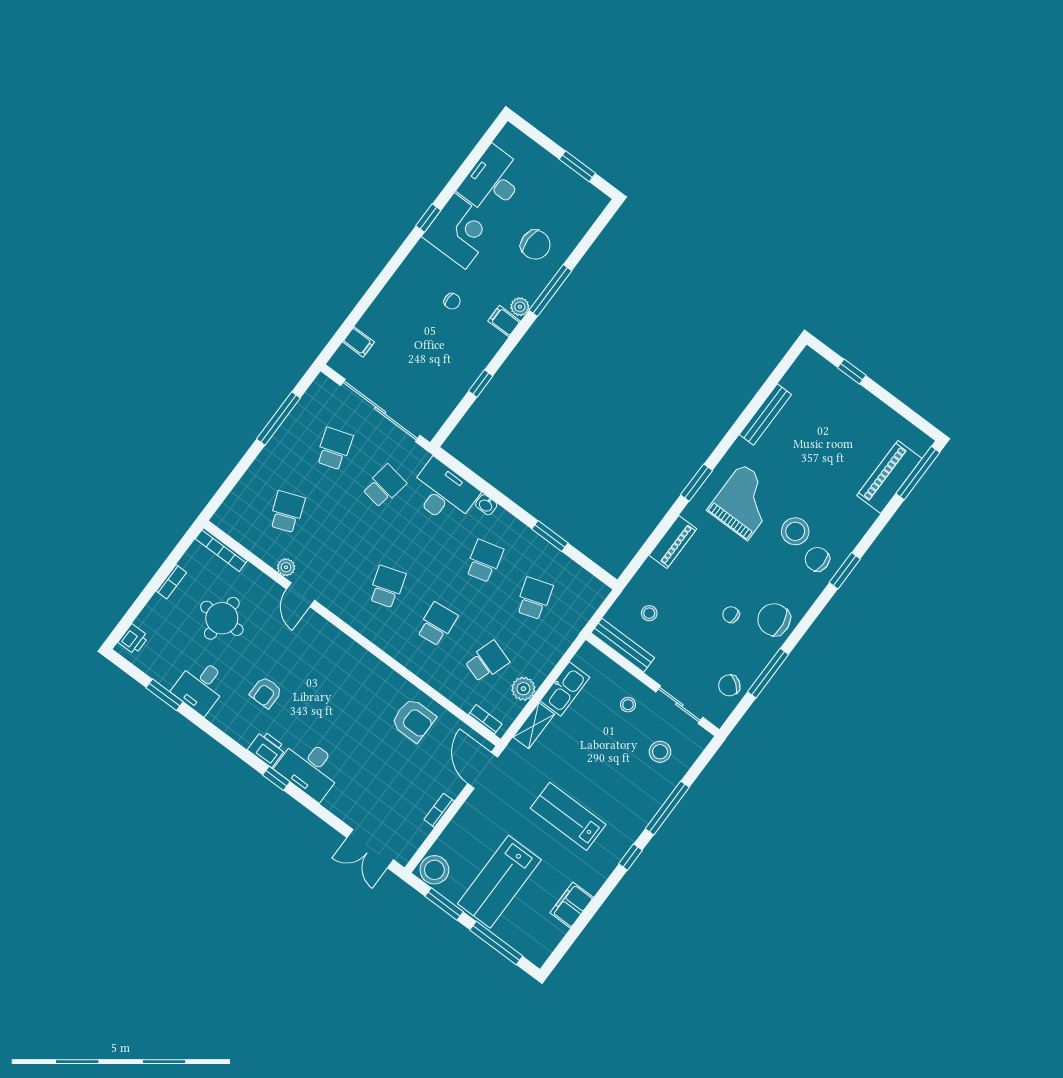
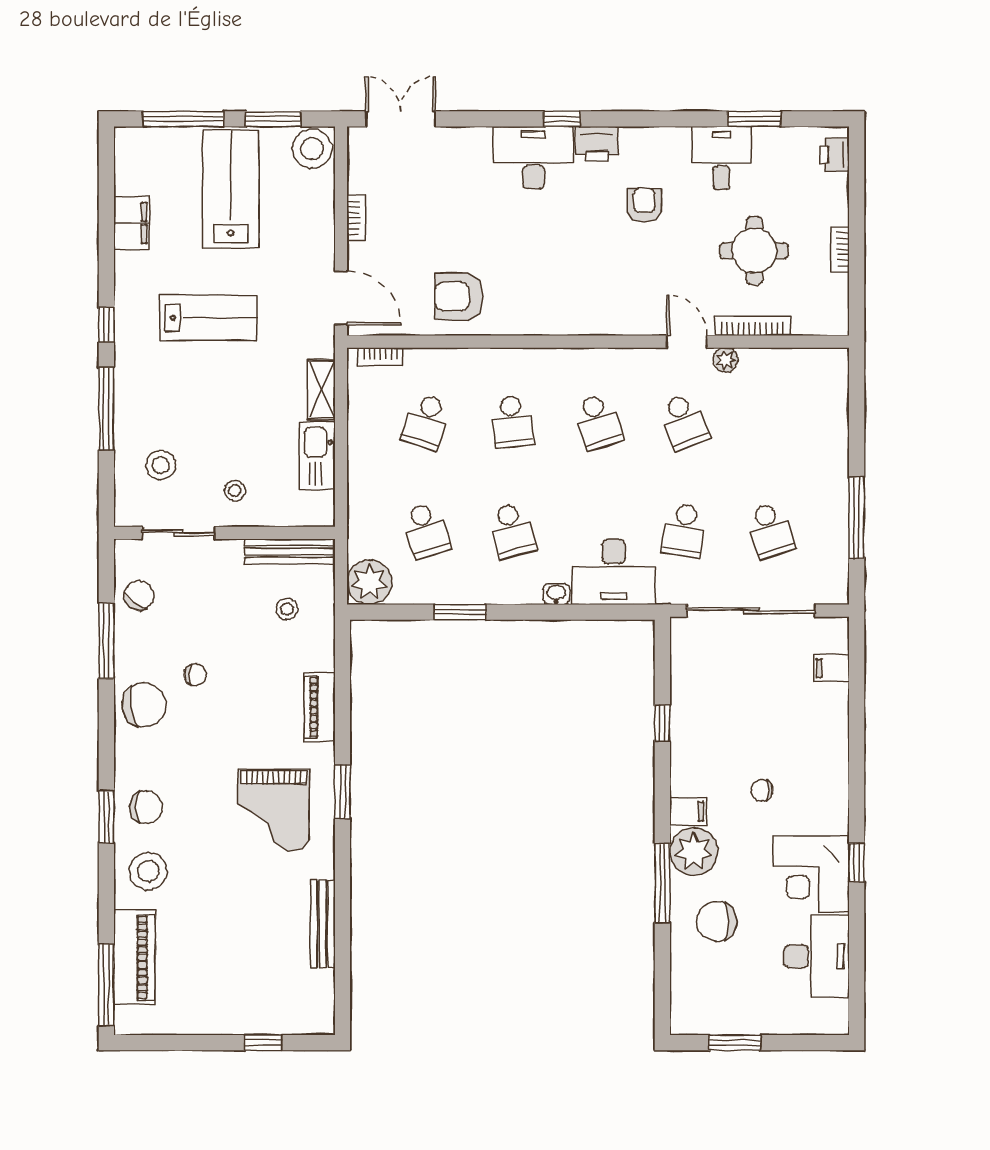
plant: (520, 307) -> (694, 851), width x1.87, depth x1.87
school desk: (287, 512) -> (684, 422), moved
stool: (795, 531) -> (148, 871), moved
bookcase: (221, 550) -> (752, 326), moved
plant: (523, 689) -> (369, 582), moved, width x1.36, depth x1.36

